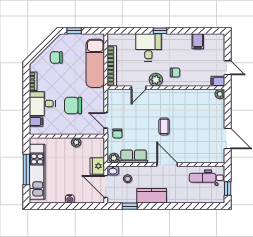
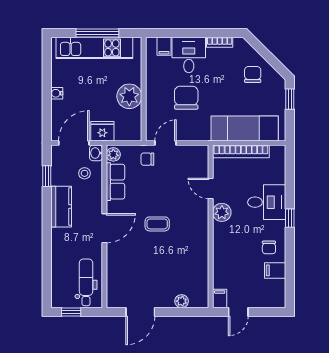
chair: (175, 73) -> (269, 247), moved
plant: (220, 94) -> (182, 301), moved
plant: (76, 142) -> (129, 96), width x1.87, depth x1.87

